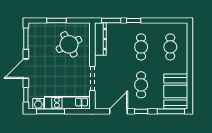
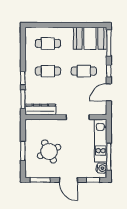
round table: (69, 44) -> (49, 151), moved
door: (119, 111) -> (109, 92), hinge flipped

